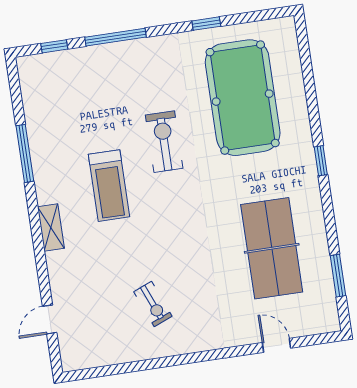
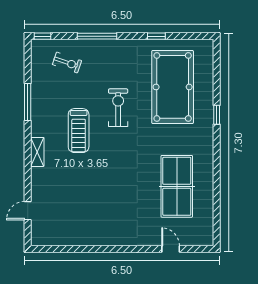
window: (54, 46) -> (43, 36), moved
window: (321, 161) -> (217, 115), moved
window: (338, 276) -> (217, 210), removed
exercise bike: (153, 304) -> (67, 63), moved, turned -49

